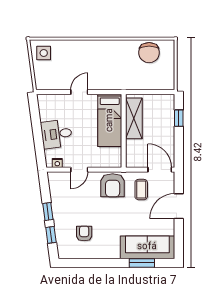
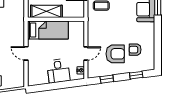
door: (79, 170) -> (86, 53), hinge flipped
armchair: (113, 185) -> (115, 54), moved
window: (48, 212) -> (107, 79), moved

